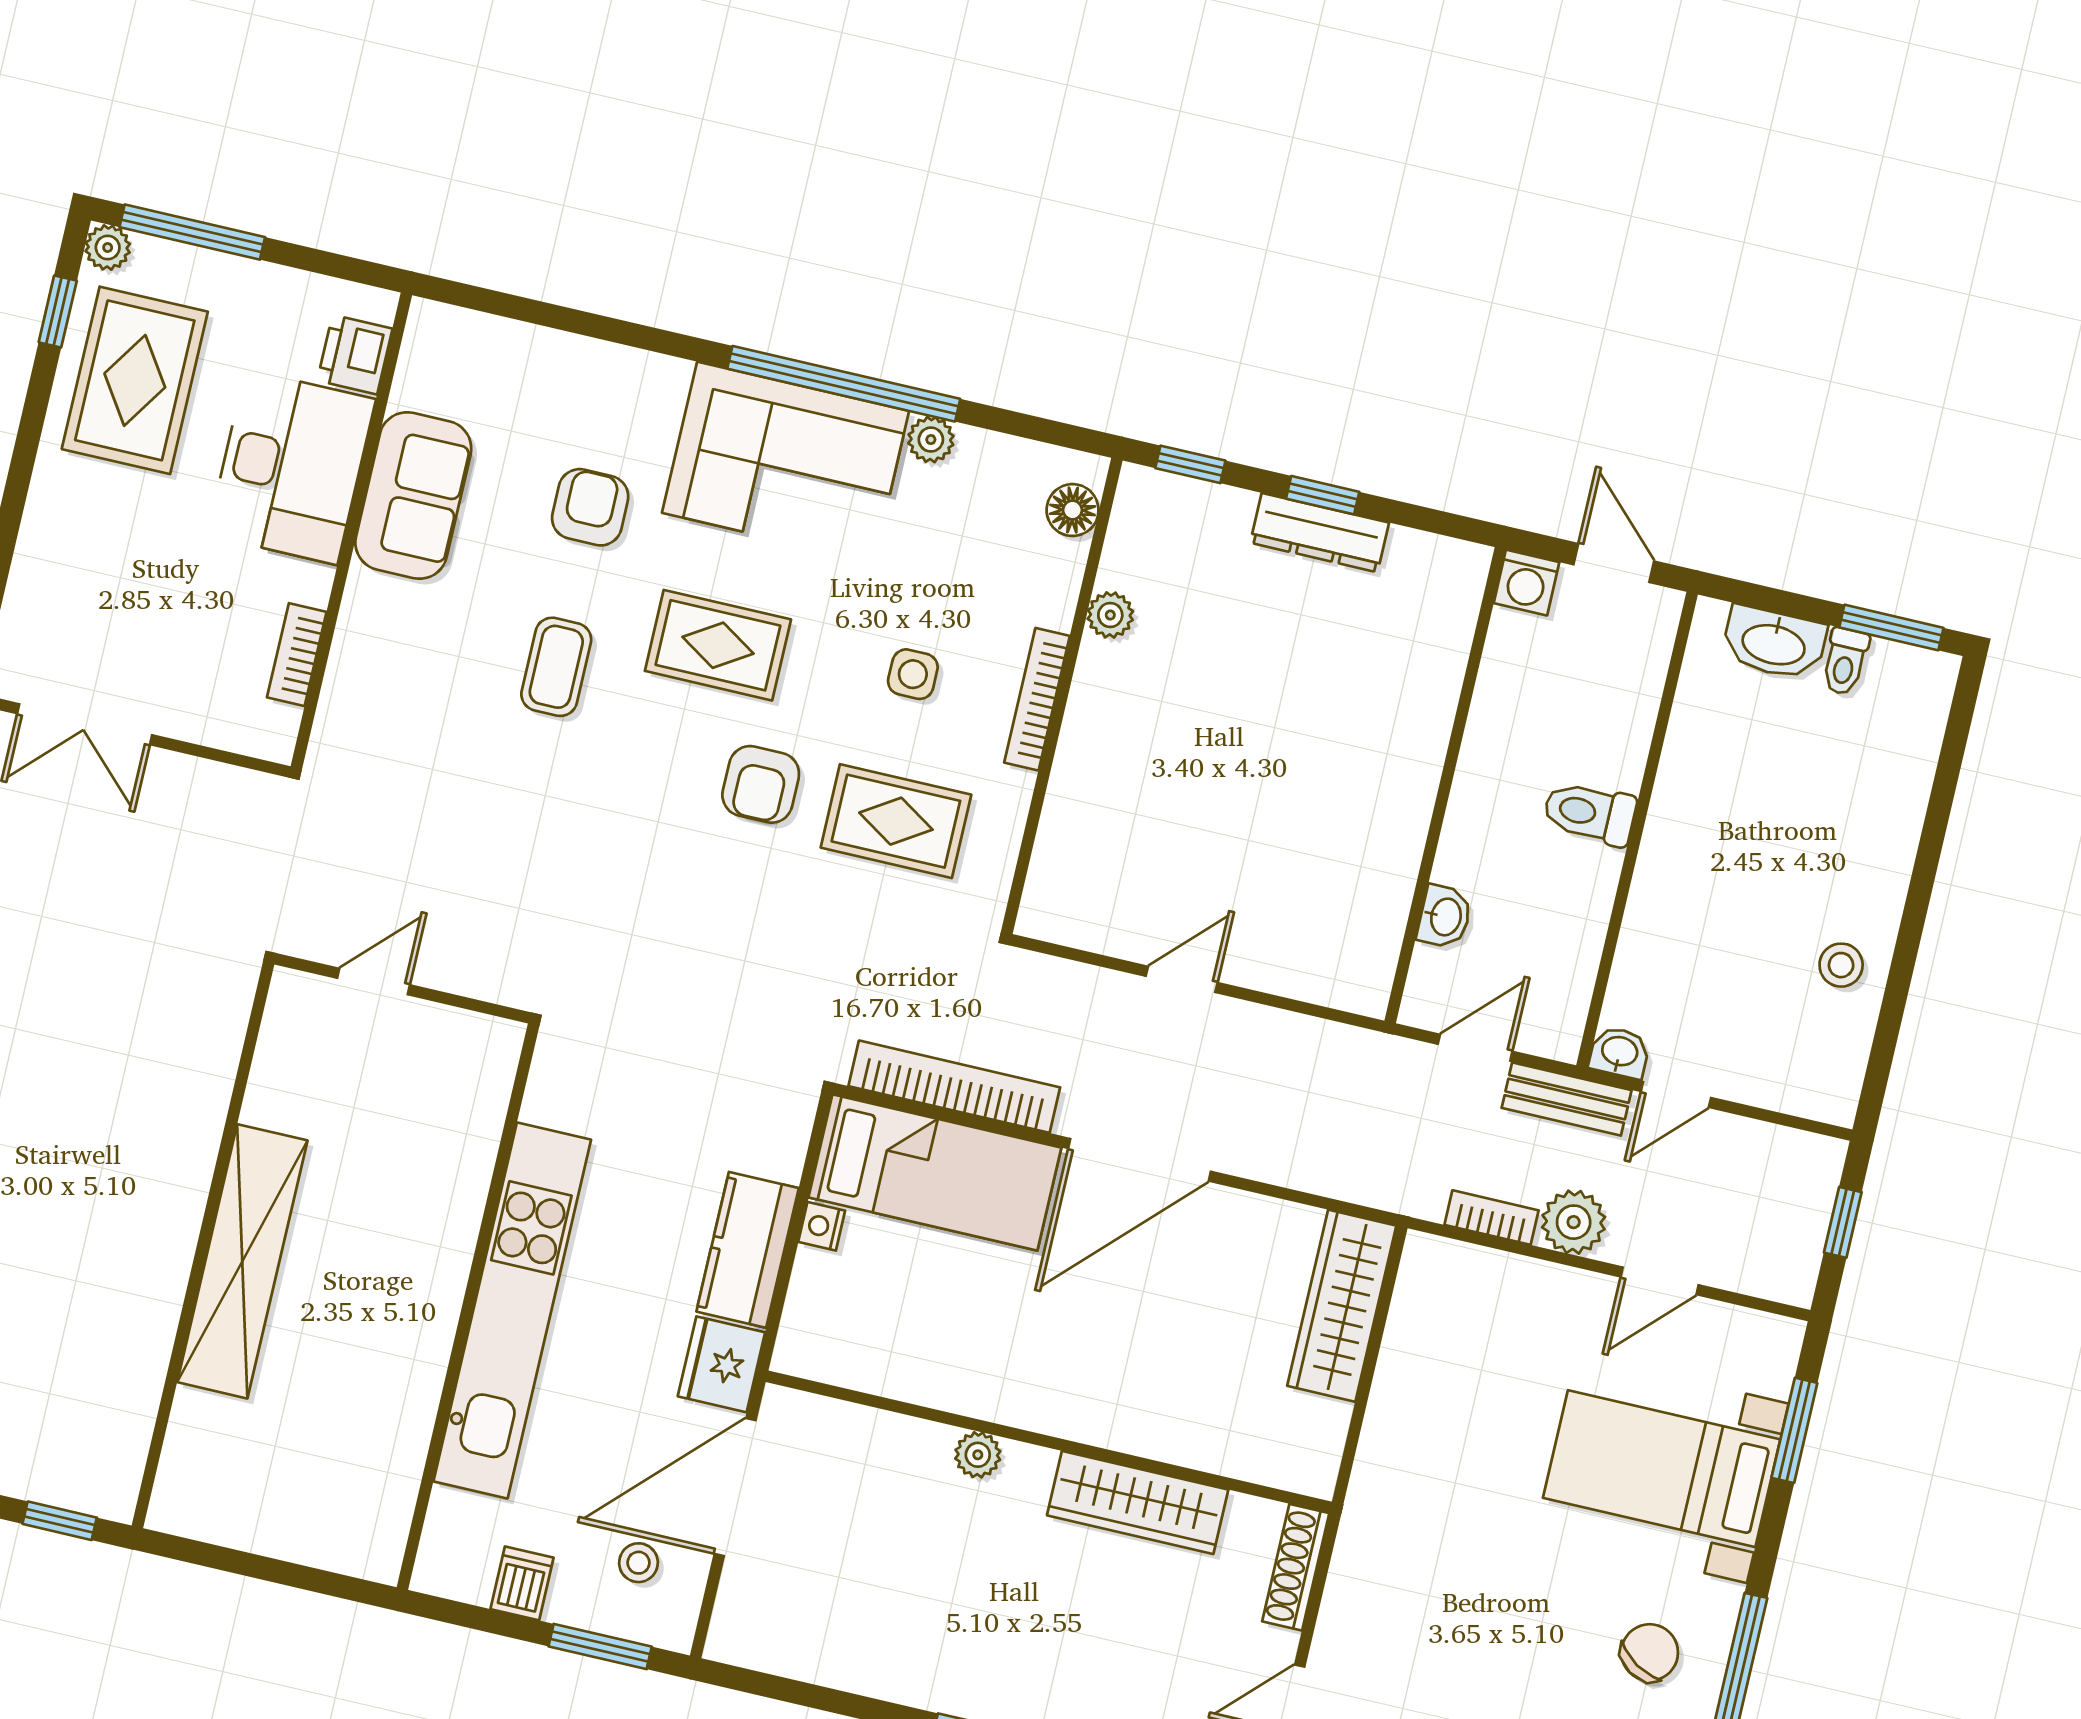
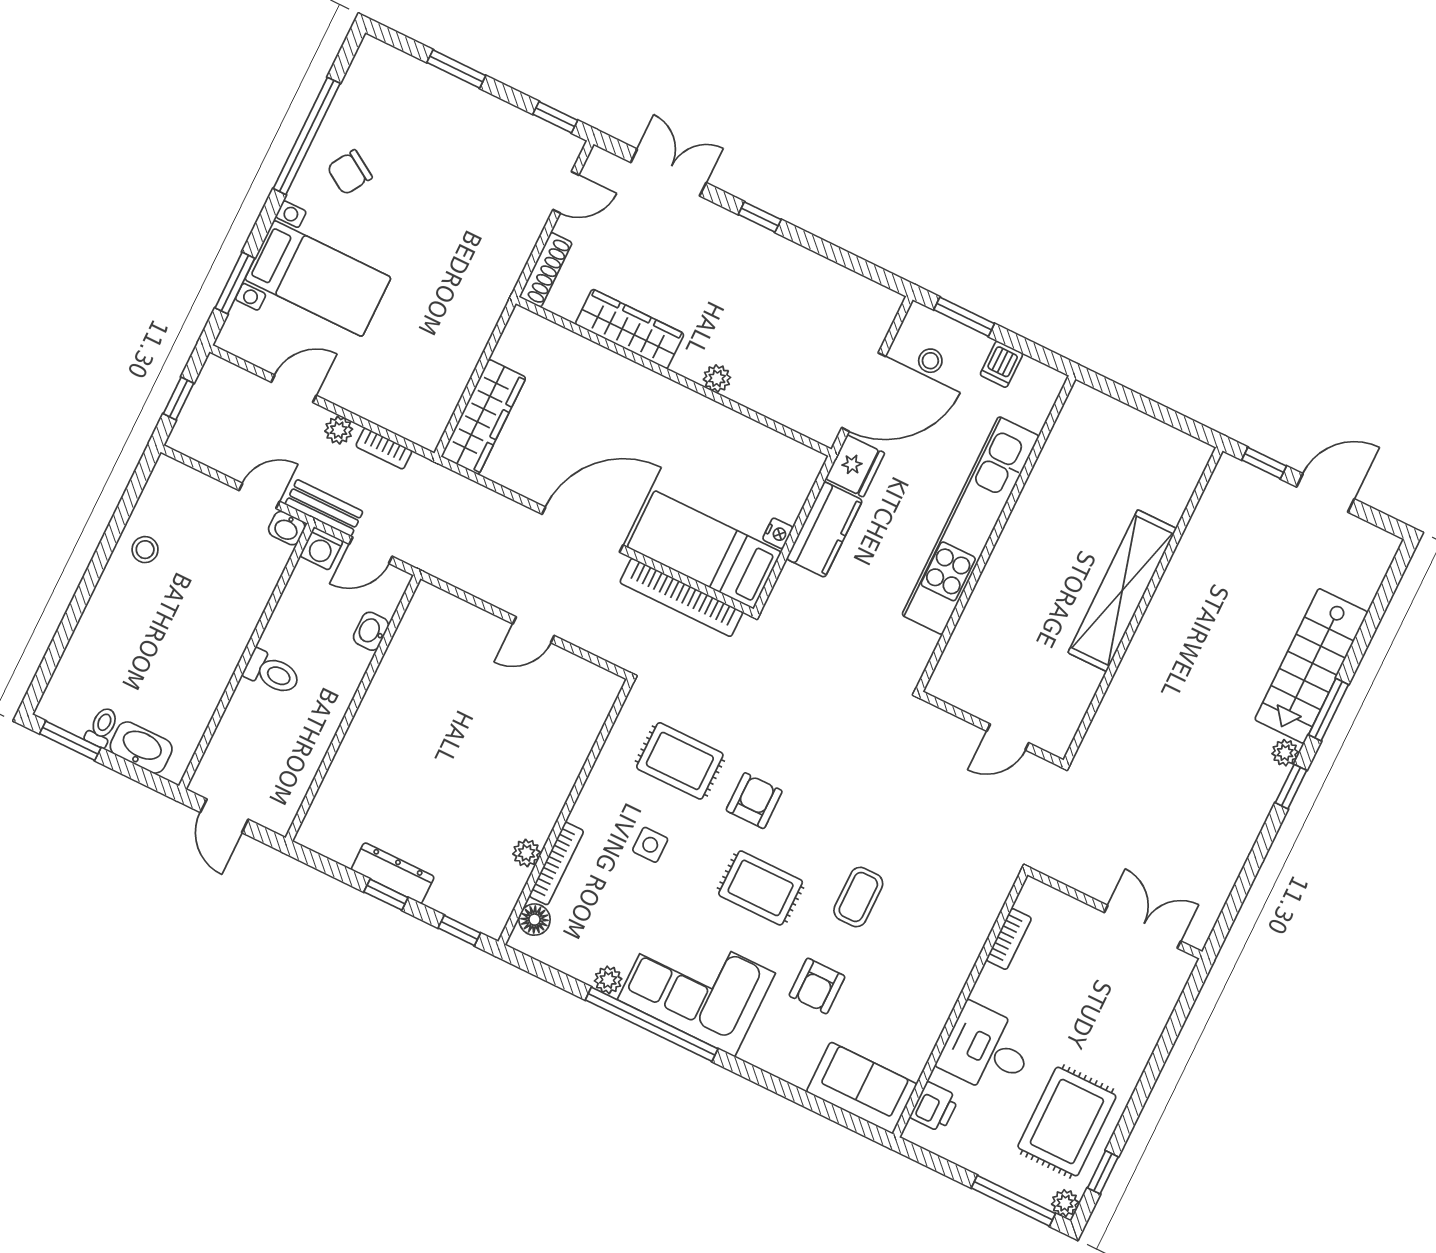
desk: (291, 467) -> (987, 1050), width x0.73
sofa: (413, 495) -> (862, 1088), moved, turned 90
washing machine: (1527, 583) -> (321, 548), moved, turned 180
bookcase: (1037, 699) -> (556, 863), moved
plant: (1574, 1222) -> (339, 430), width x0.73, depth x0.73

